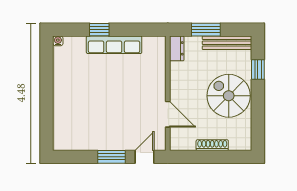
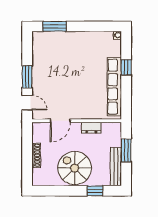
row of seats: (114, 45) -> (114, 87), width x1.36
dresser: (177, 48) -> (91, 128), moved
spiral stairs: (229, 96) -> (75, 168), turned -90
window: (47, 122) -> (55, 26), added

